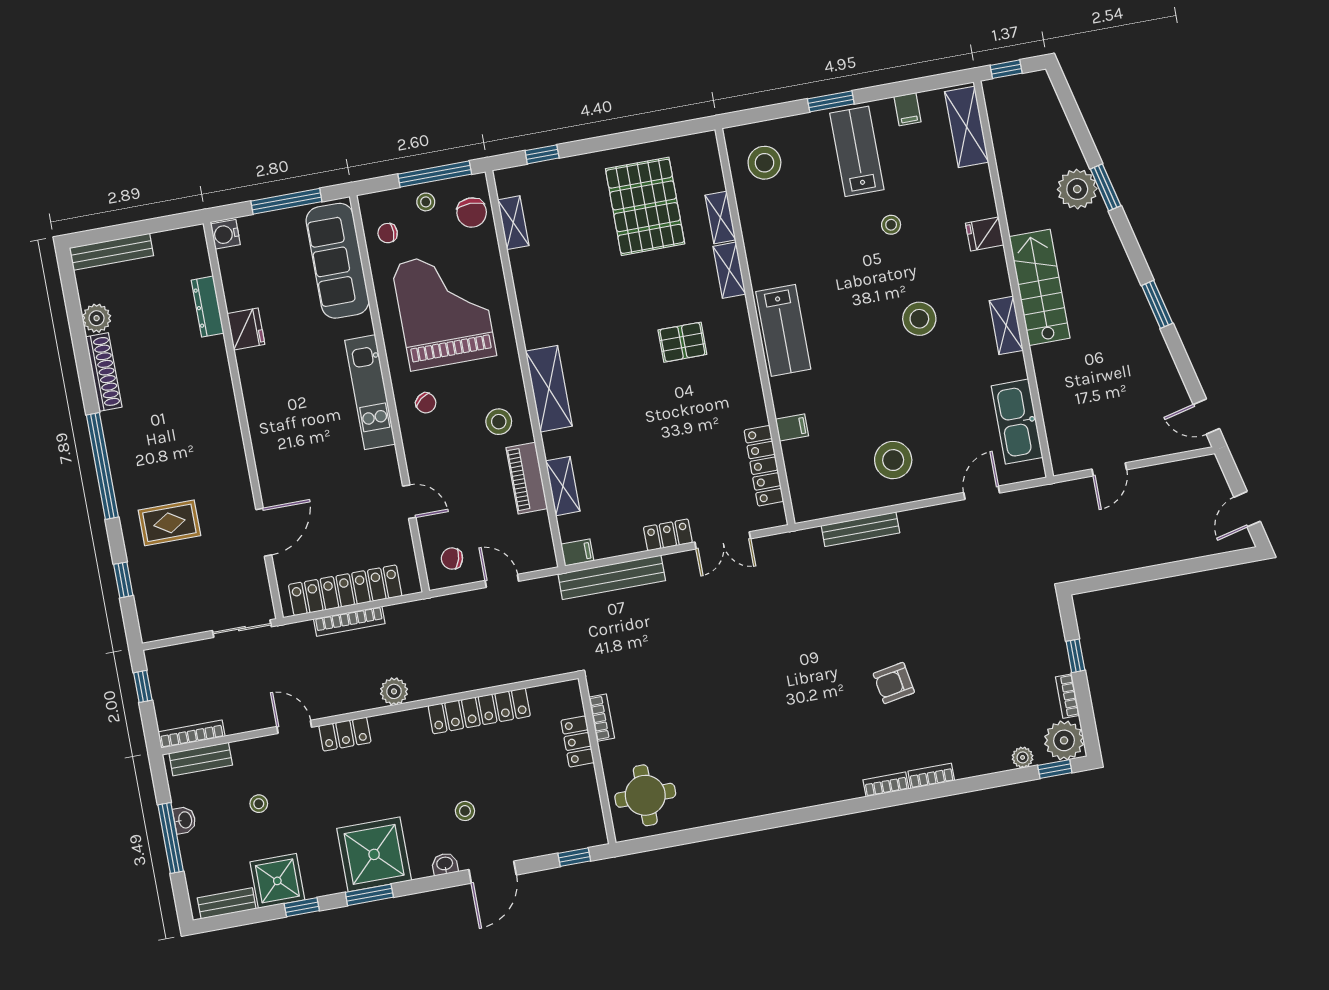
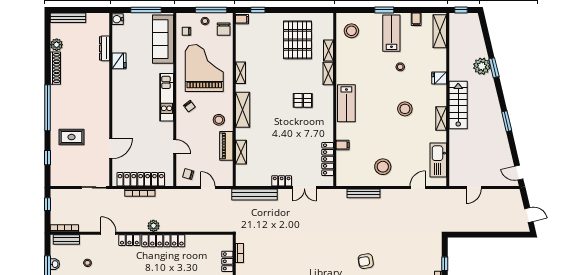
shelving: (513, 223) -> (240, 73), moved
door: (1247, 509) -> (529, 215), swing flipped
filing cabinet: (577, 552) -> (242, 19), moved
locker: (479, 711) -> (163, 241), moved

